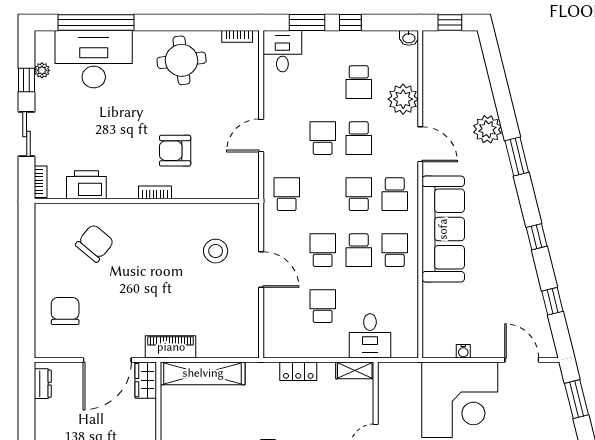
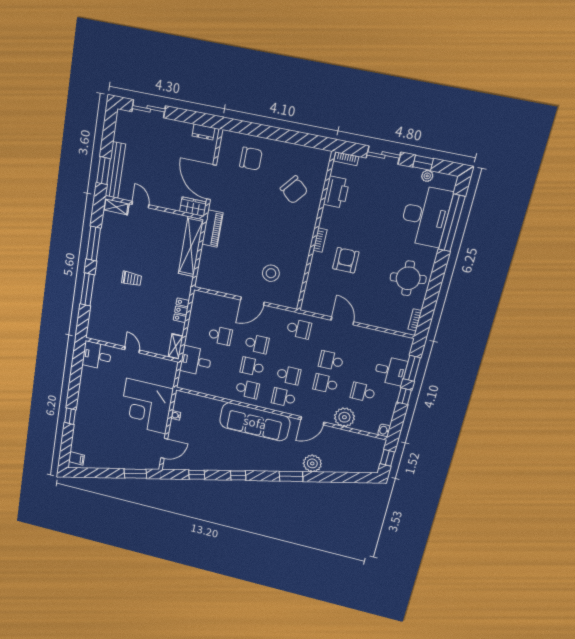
desk: (282, 51) -> (391, 371), moved
school desk: (323, 138) -> (331, 361), turned 180

